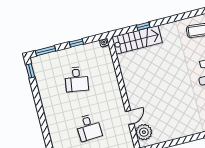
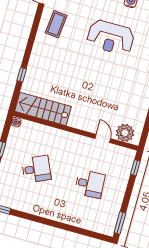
stairs: (137, 40) -> (43, 109), moved, turned -90
desk: (77, 79) -> (36, 169), turned -33

